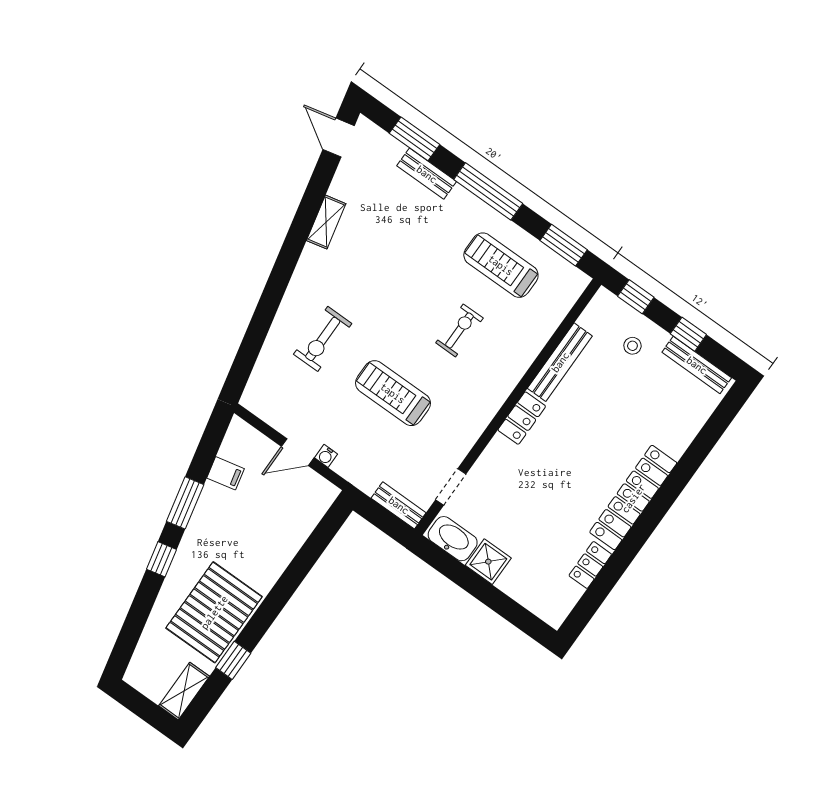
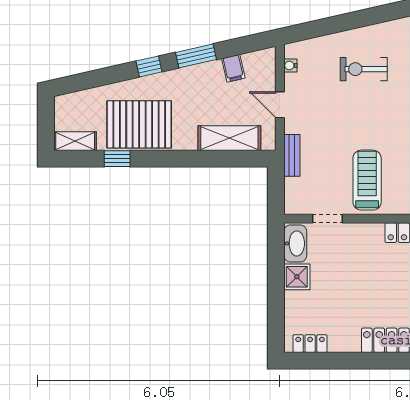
treadmill: (393, 393) -> (367, 180), moved
water cooler: (326, 456) -> (290, 66), moved
bench: (399, 505) -> (292, 155), moved
shelving: (295, 529) -> (229, 138), added
locker: (590, 565) -> (310, 344), moved

